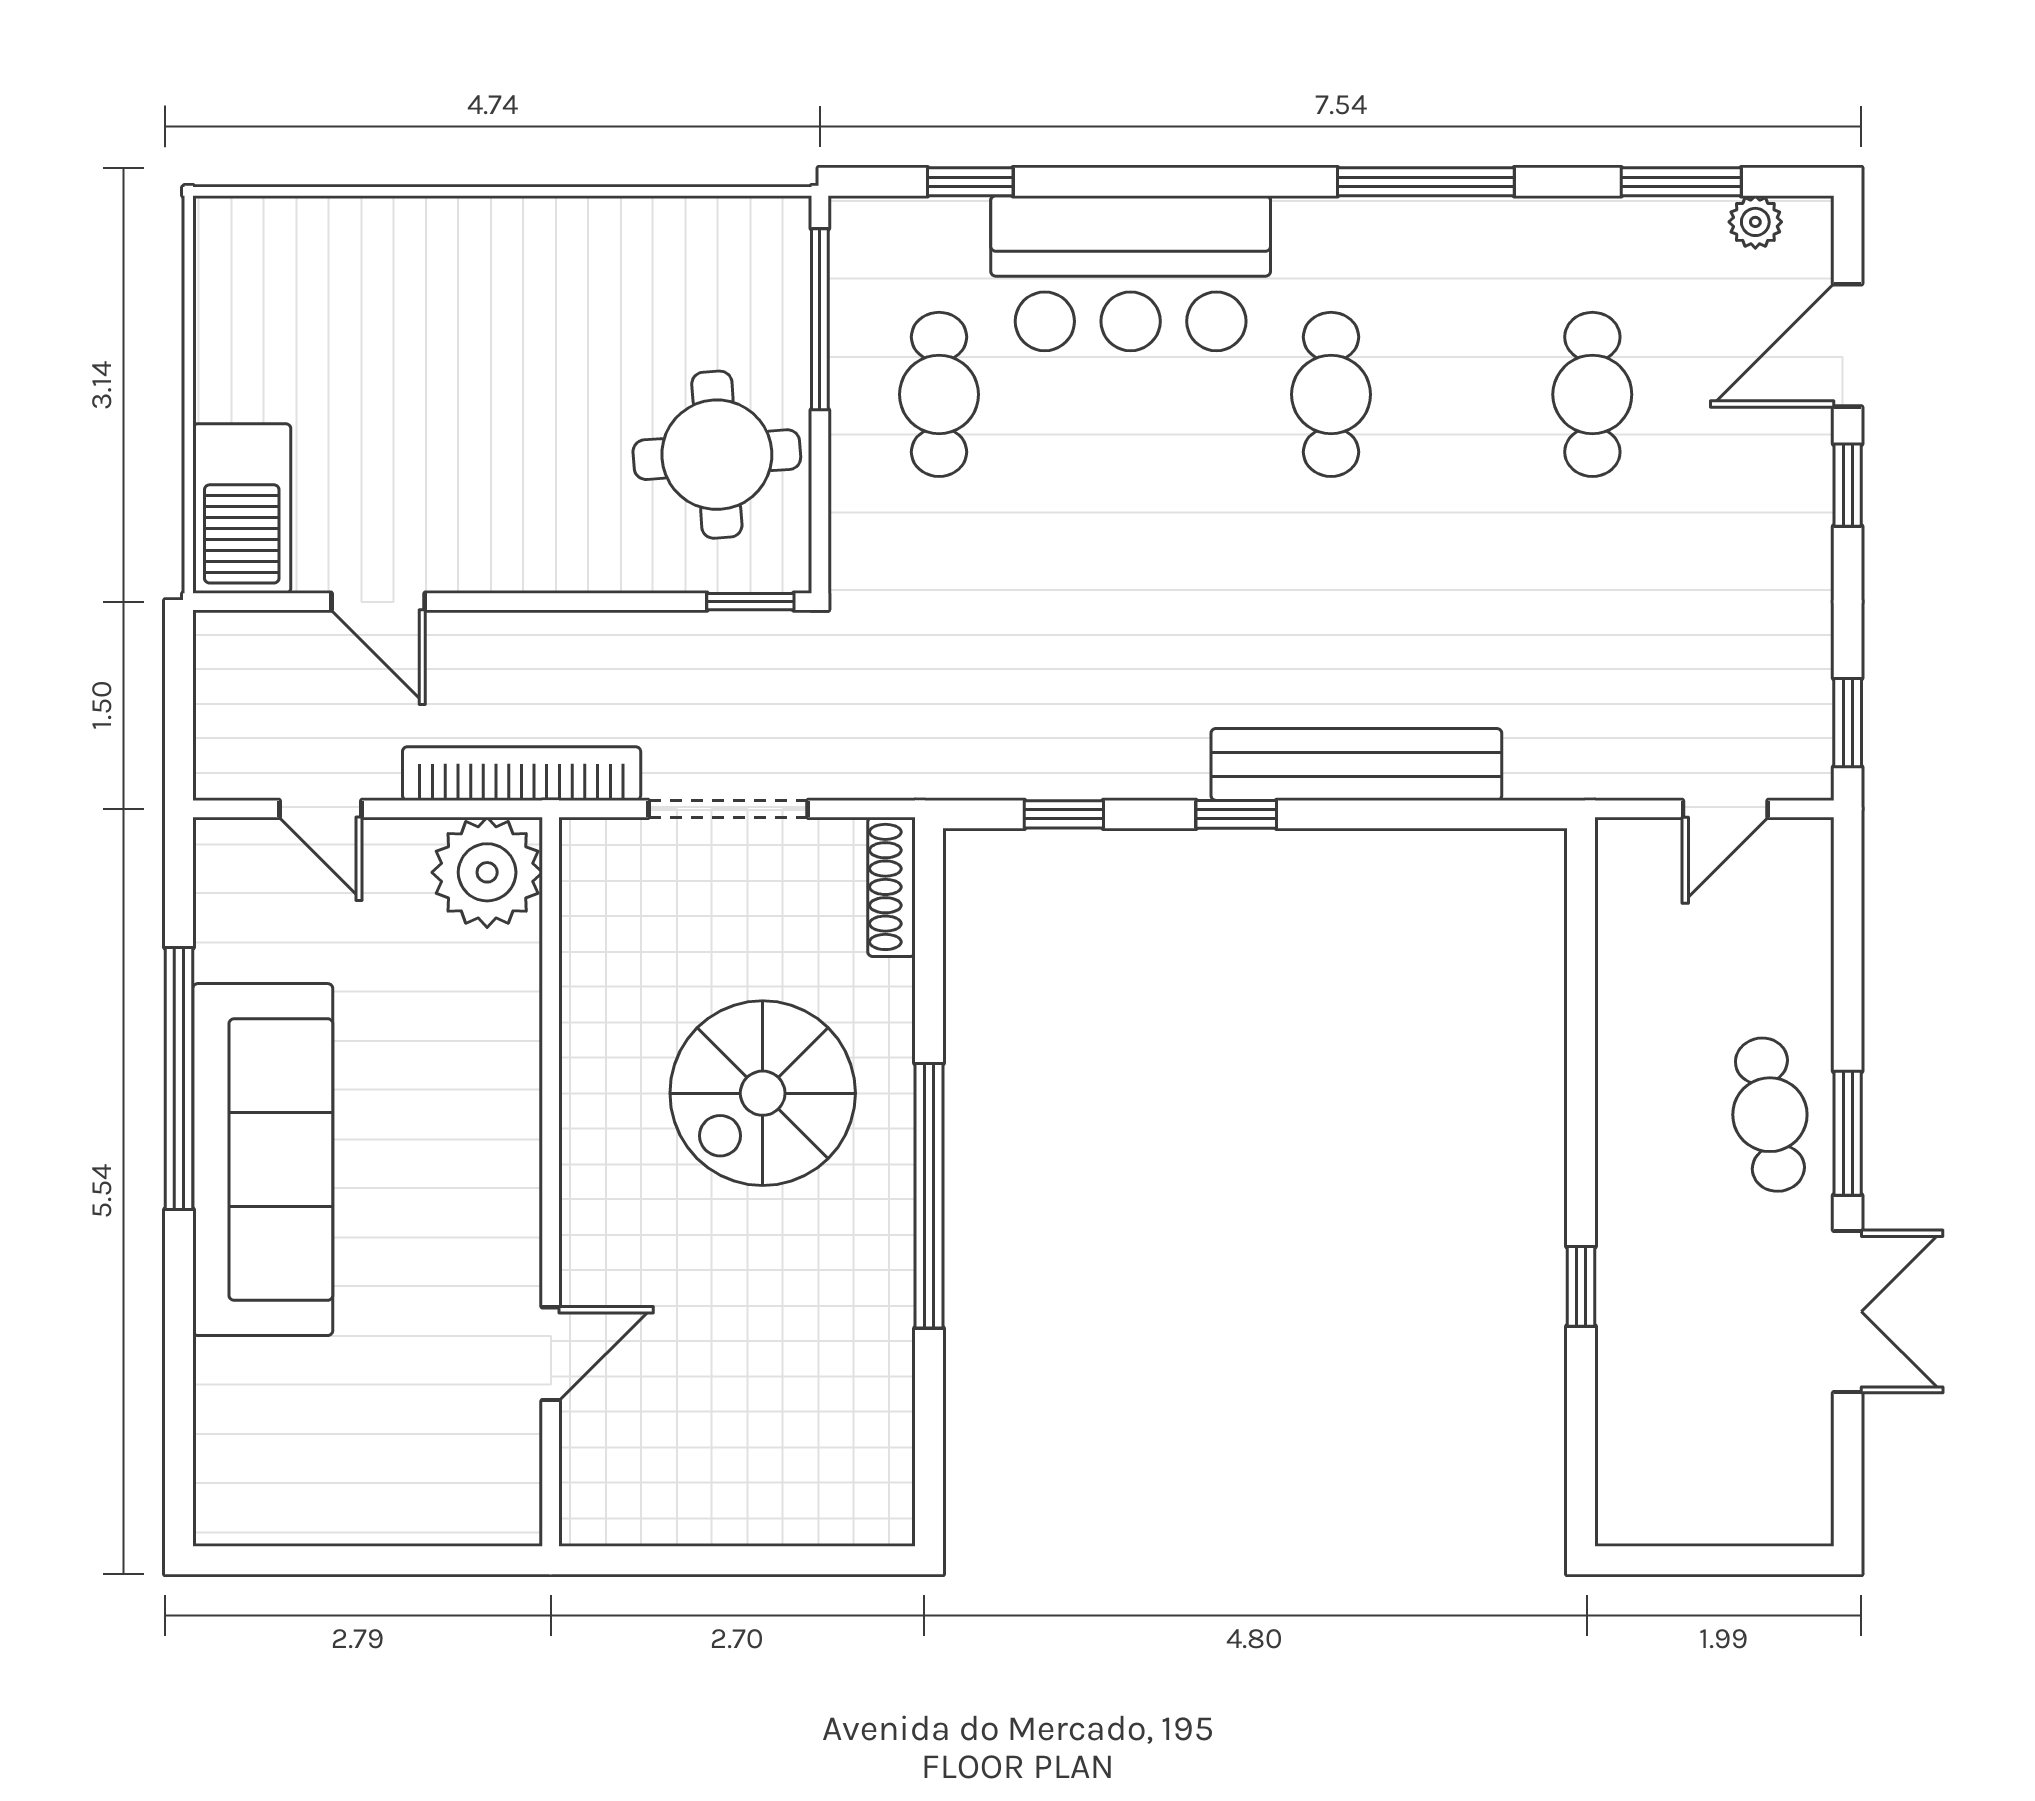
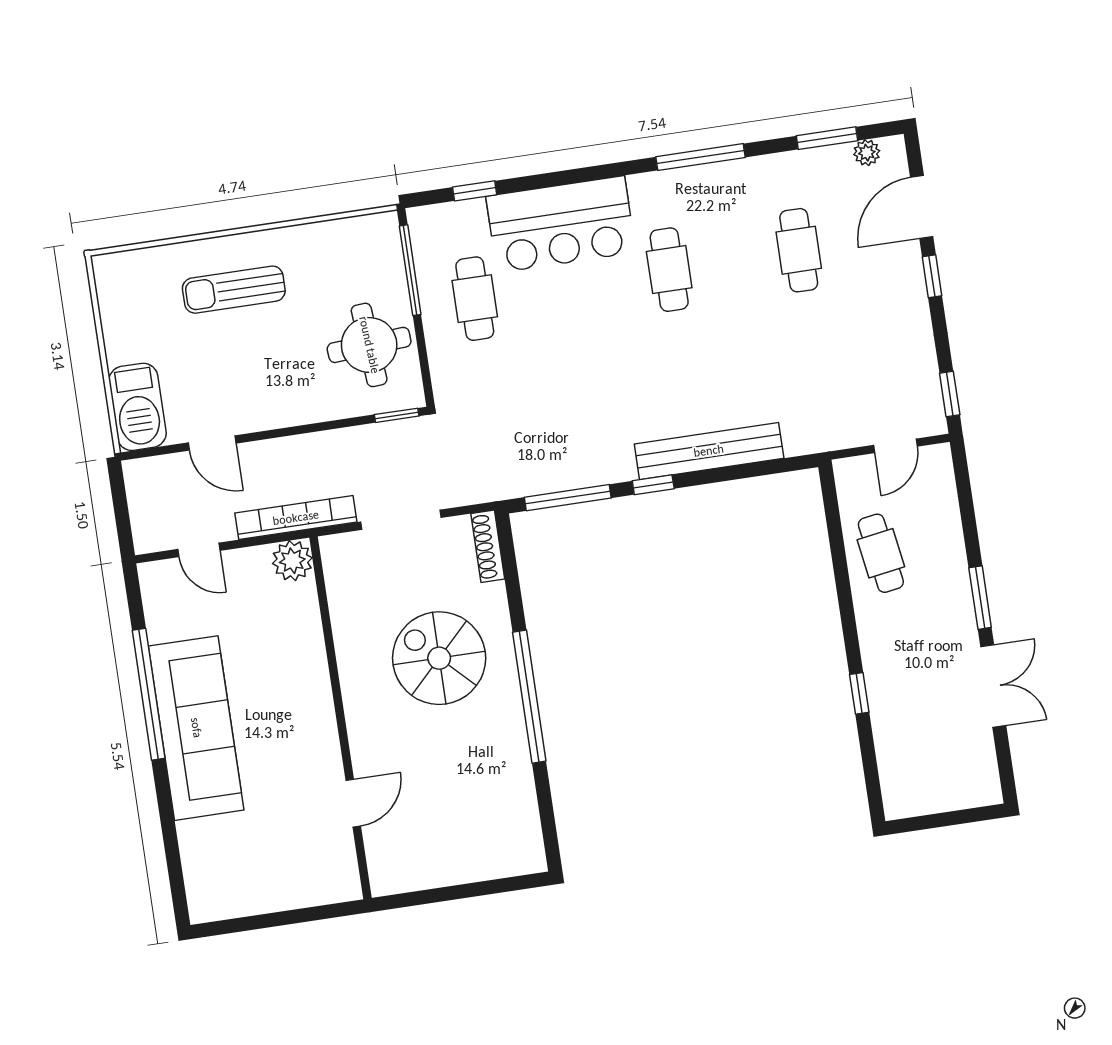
sun lounger: (466, 306) -> (234, 290), added
window: (1064, 814) -> (568, 498), width x2.17
plant: (487, 872) -> (292, 561), width x0.73, depth x0.73
spiral stairs: (763, 1093) -> (439, 658), turned 90
cafe table: (1770, 1115) -> (881, 553), moved

